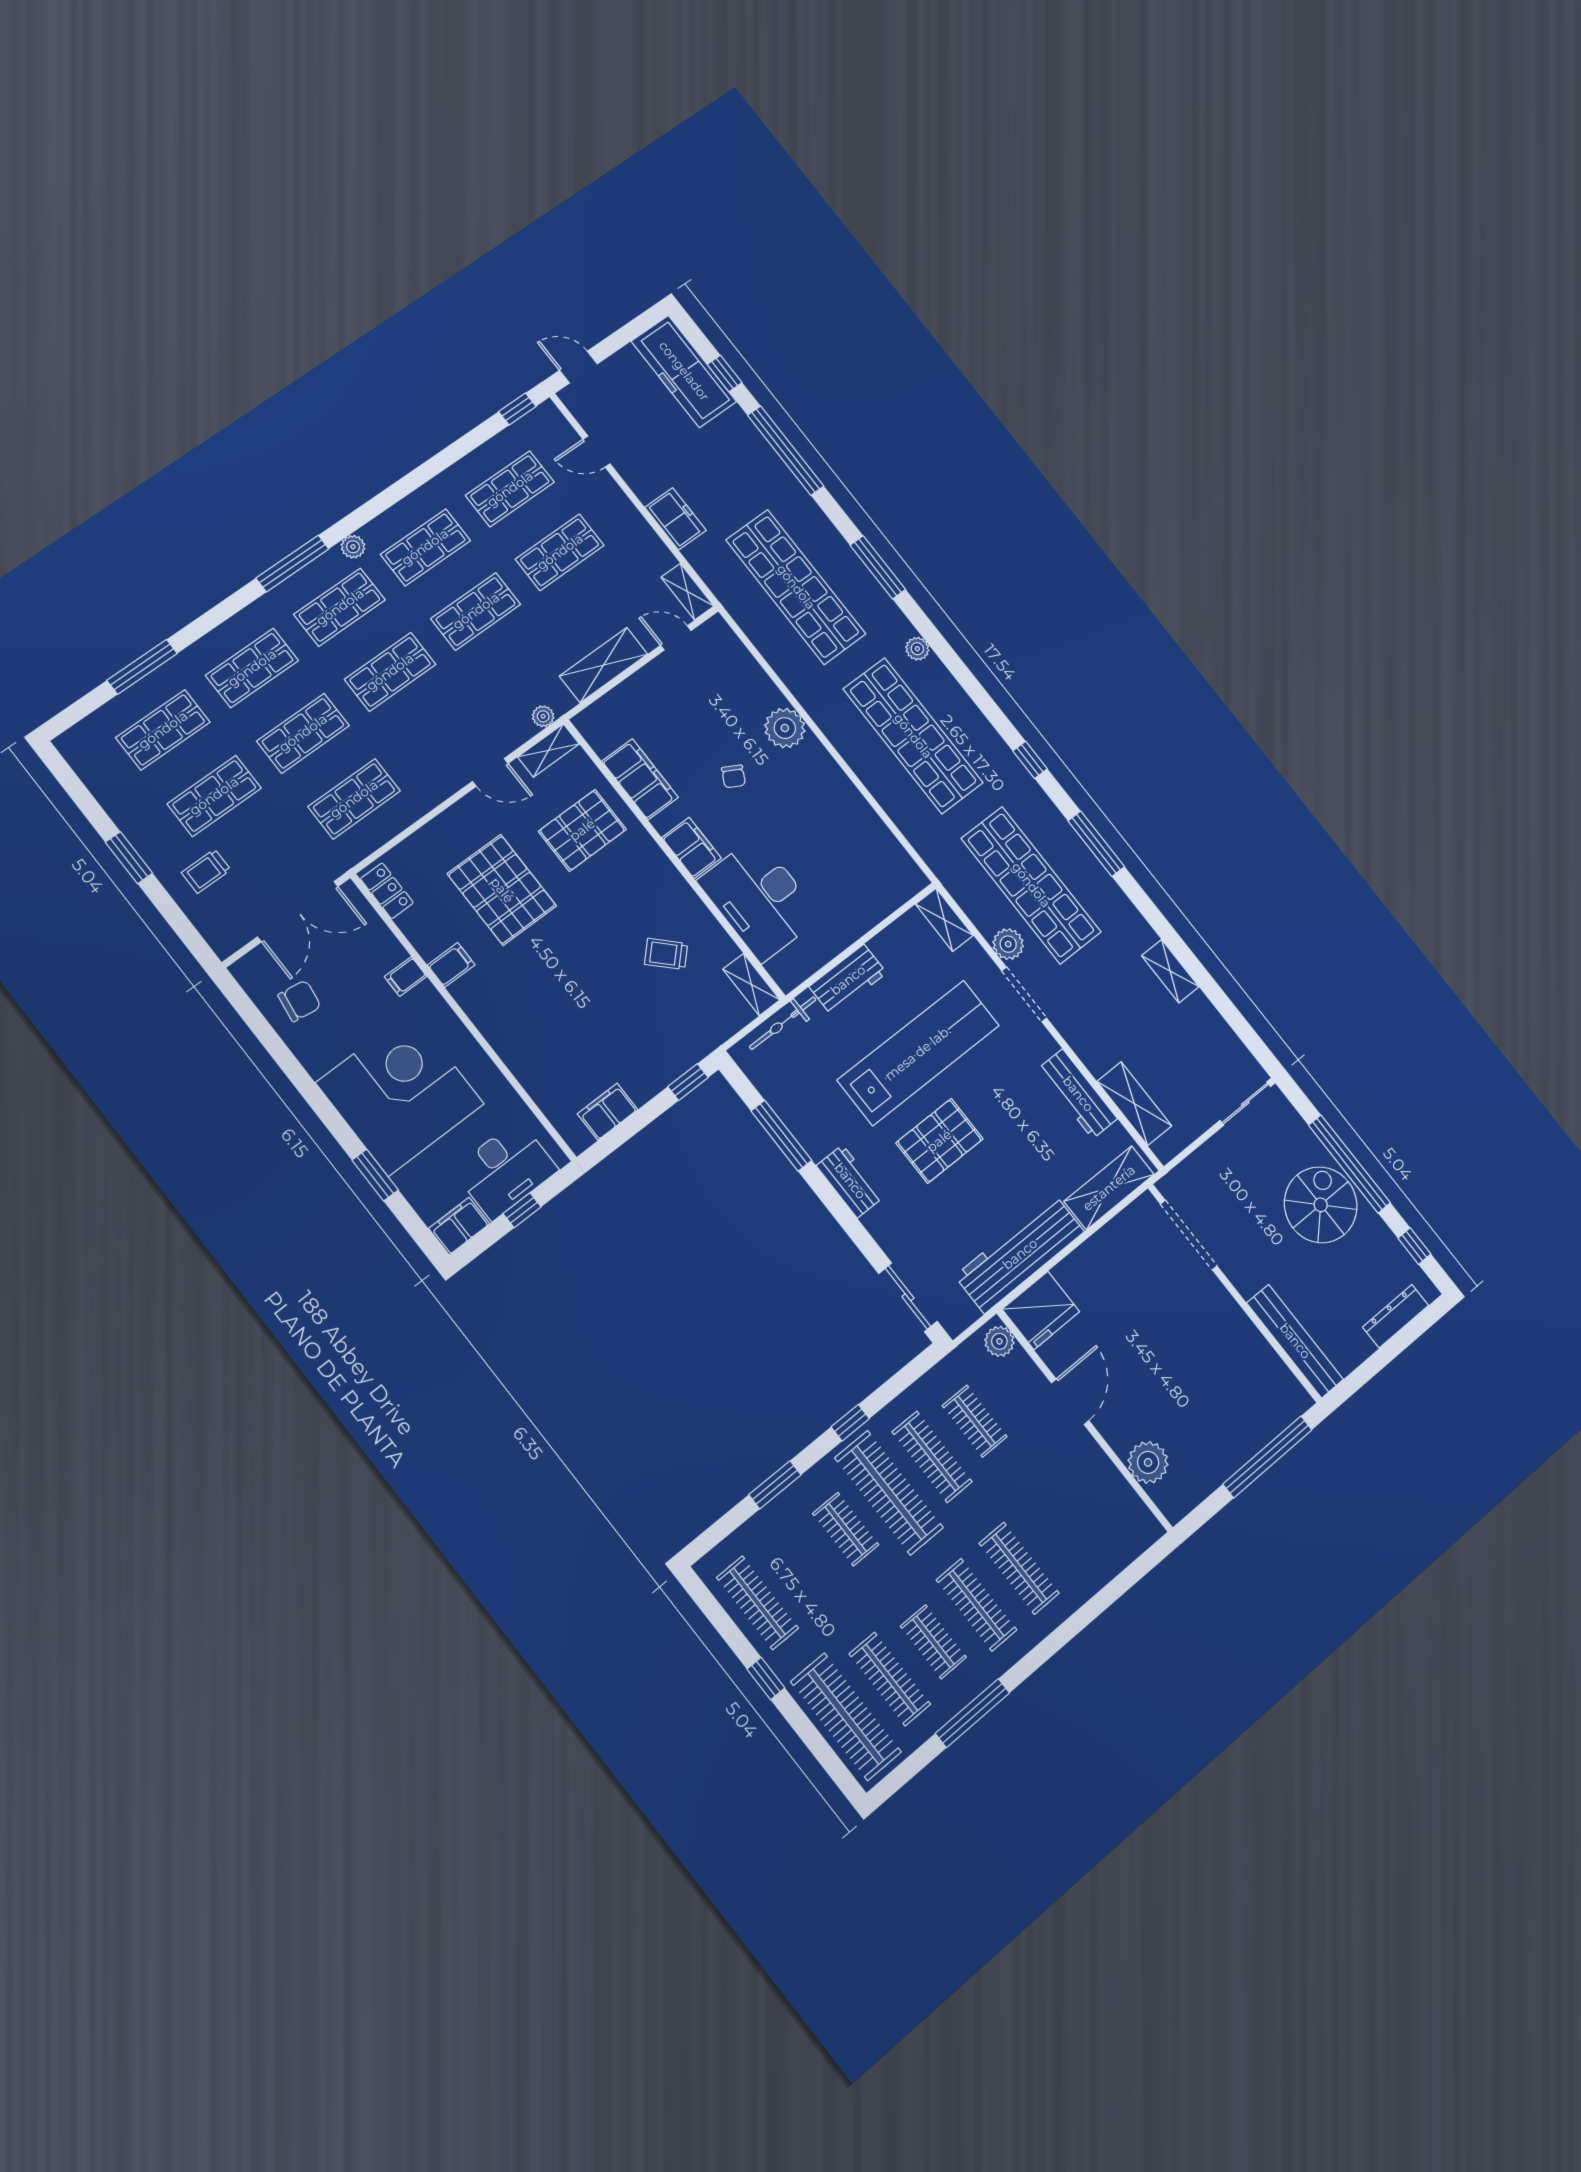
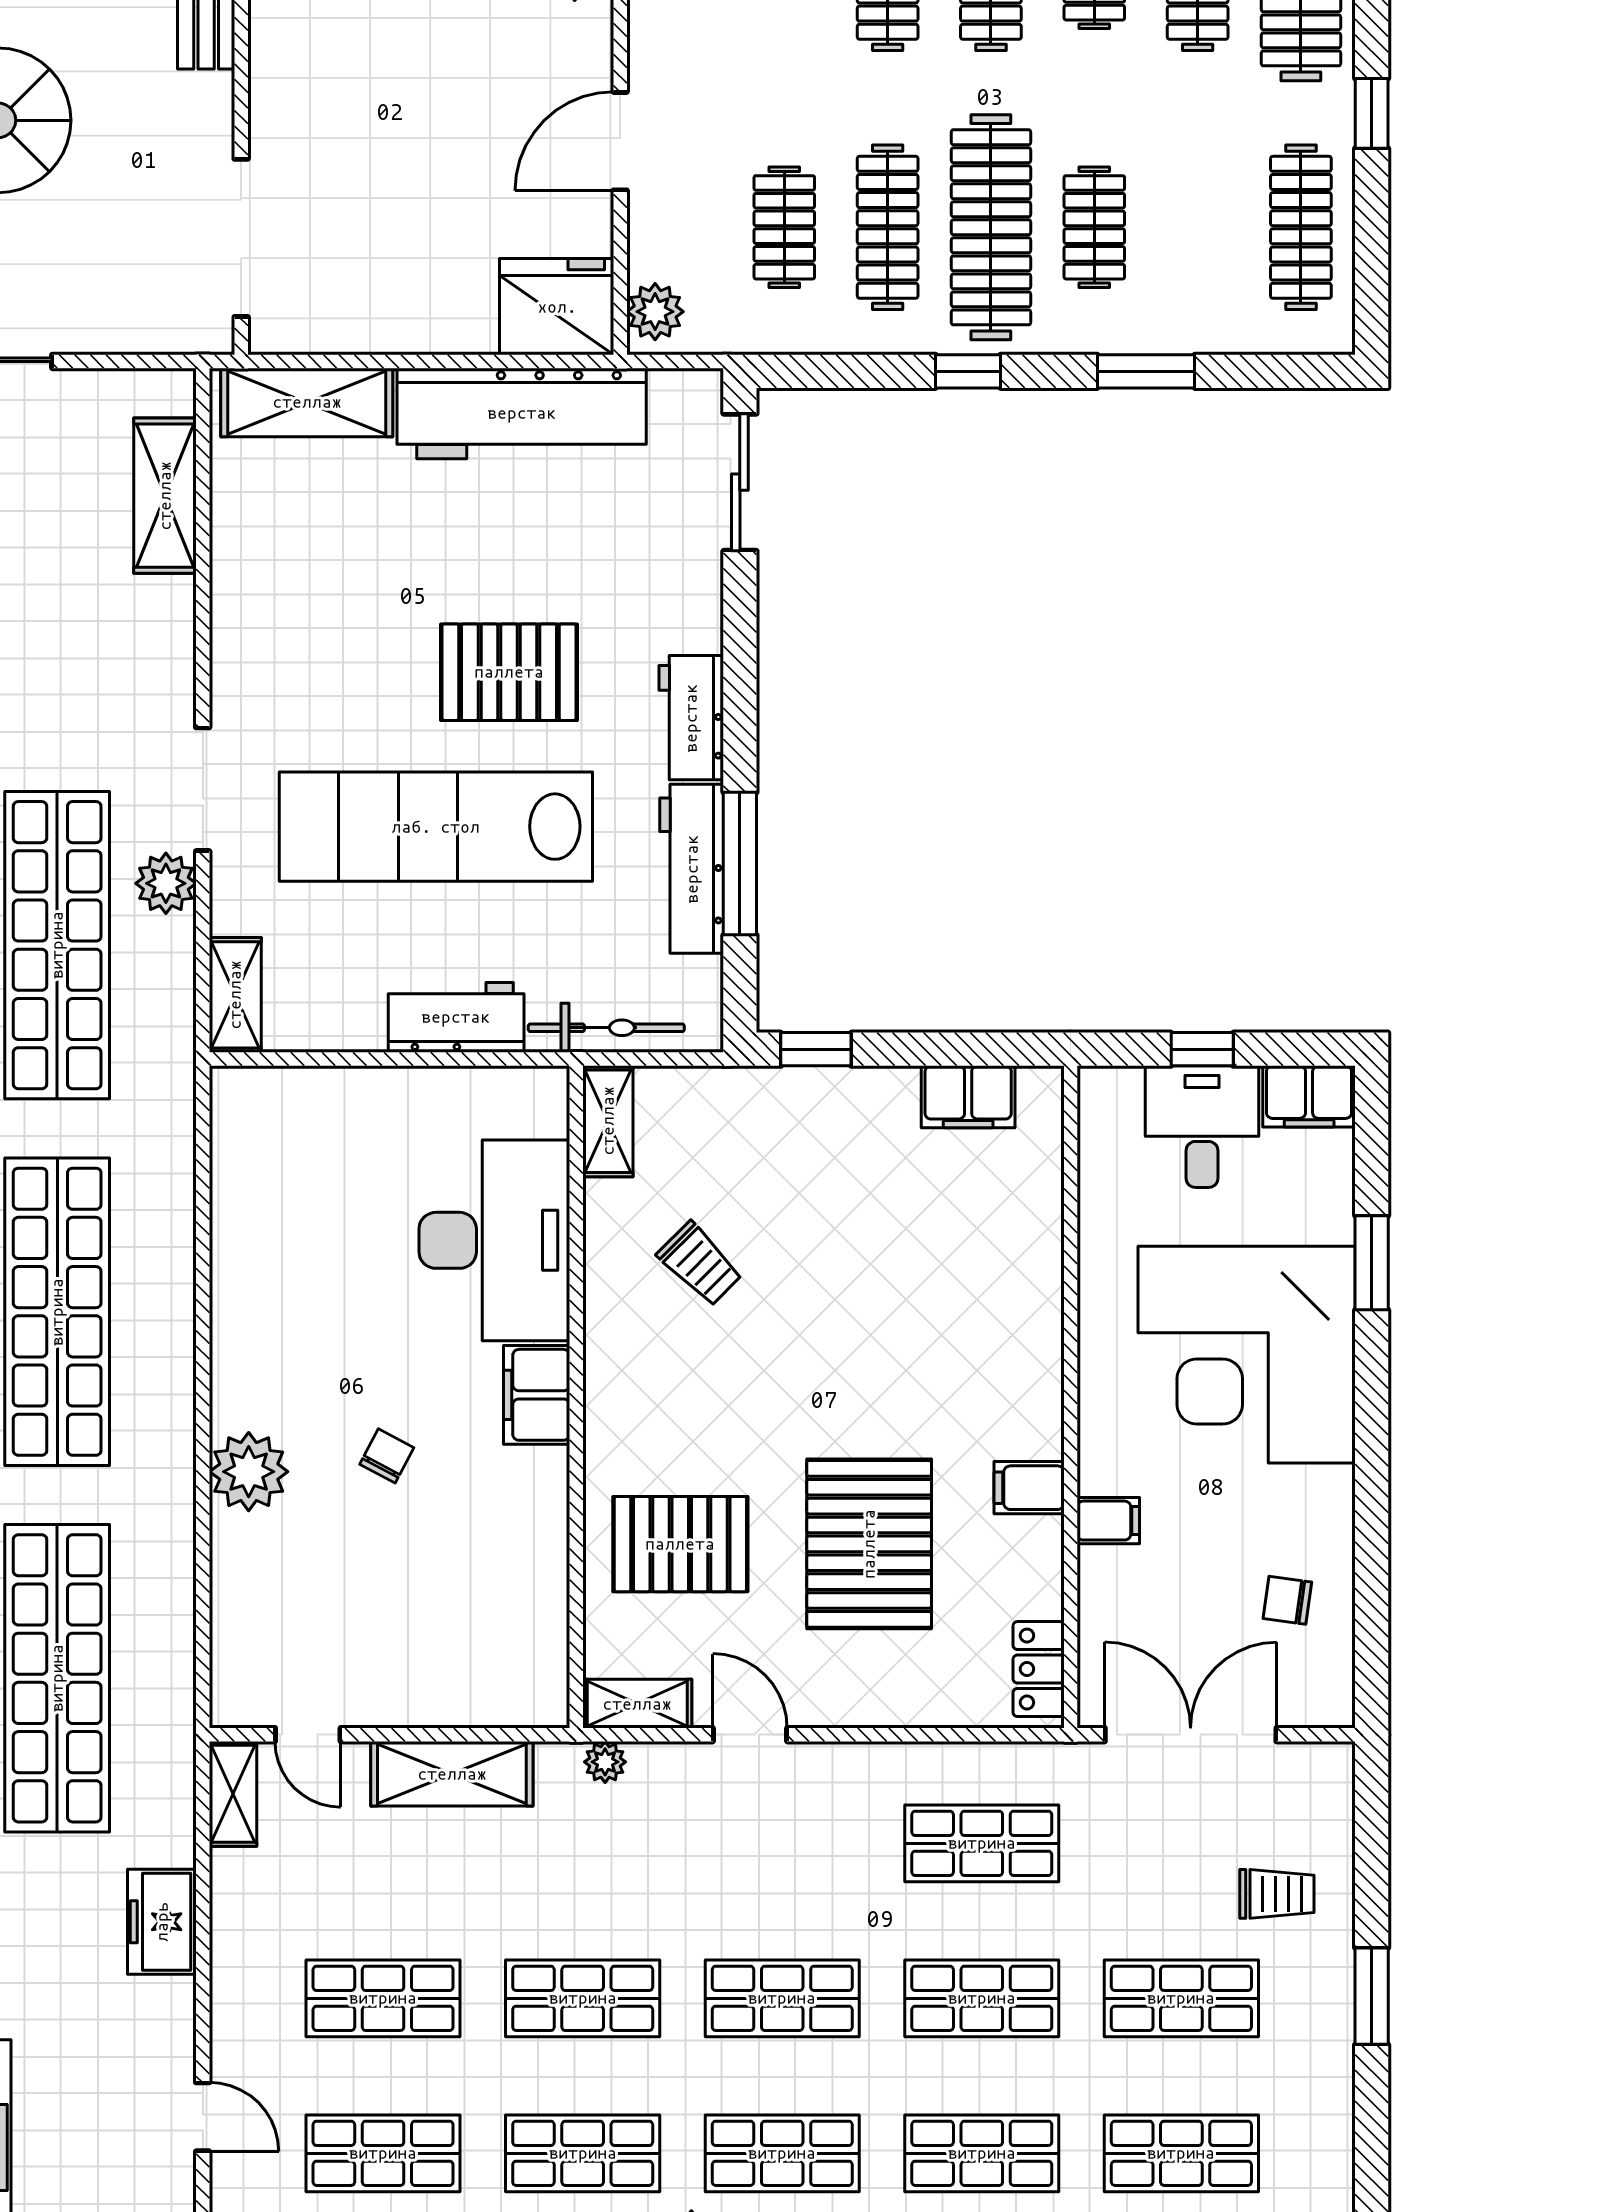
filing cabinet: (640, 779) -> (533, 1557), removed
chair: (299, 1001) -> (1287, 1600), width x0.73, depth x0.73
workbench: (1078, 1094) -> (692, 869), moved, turned 180
desk: (505, 1170) -> (1202, 1127), width x0.73

